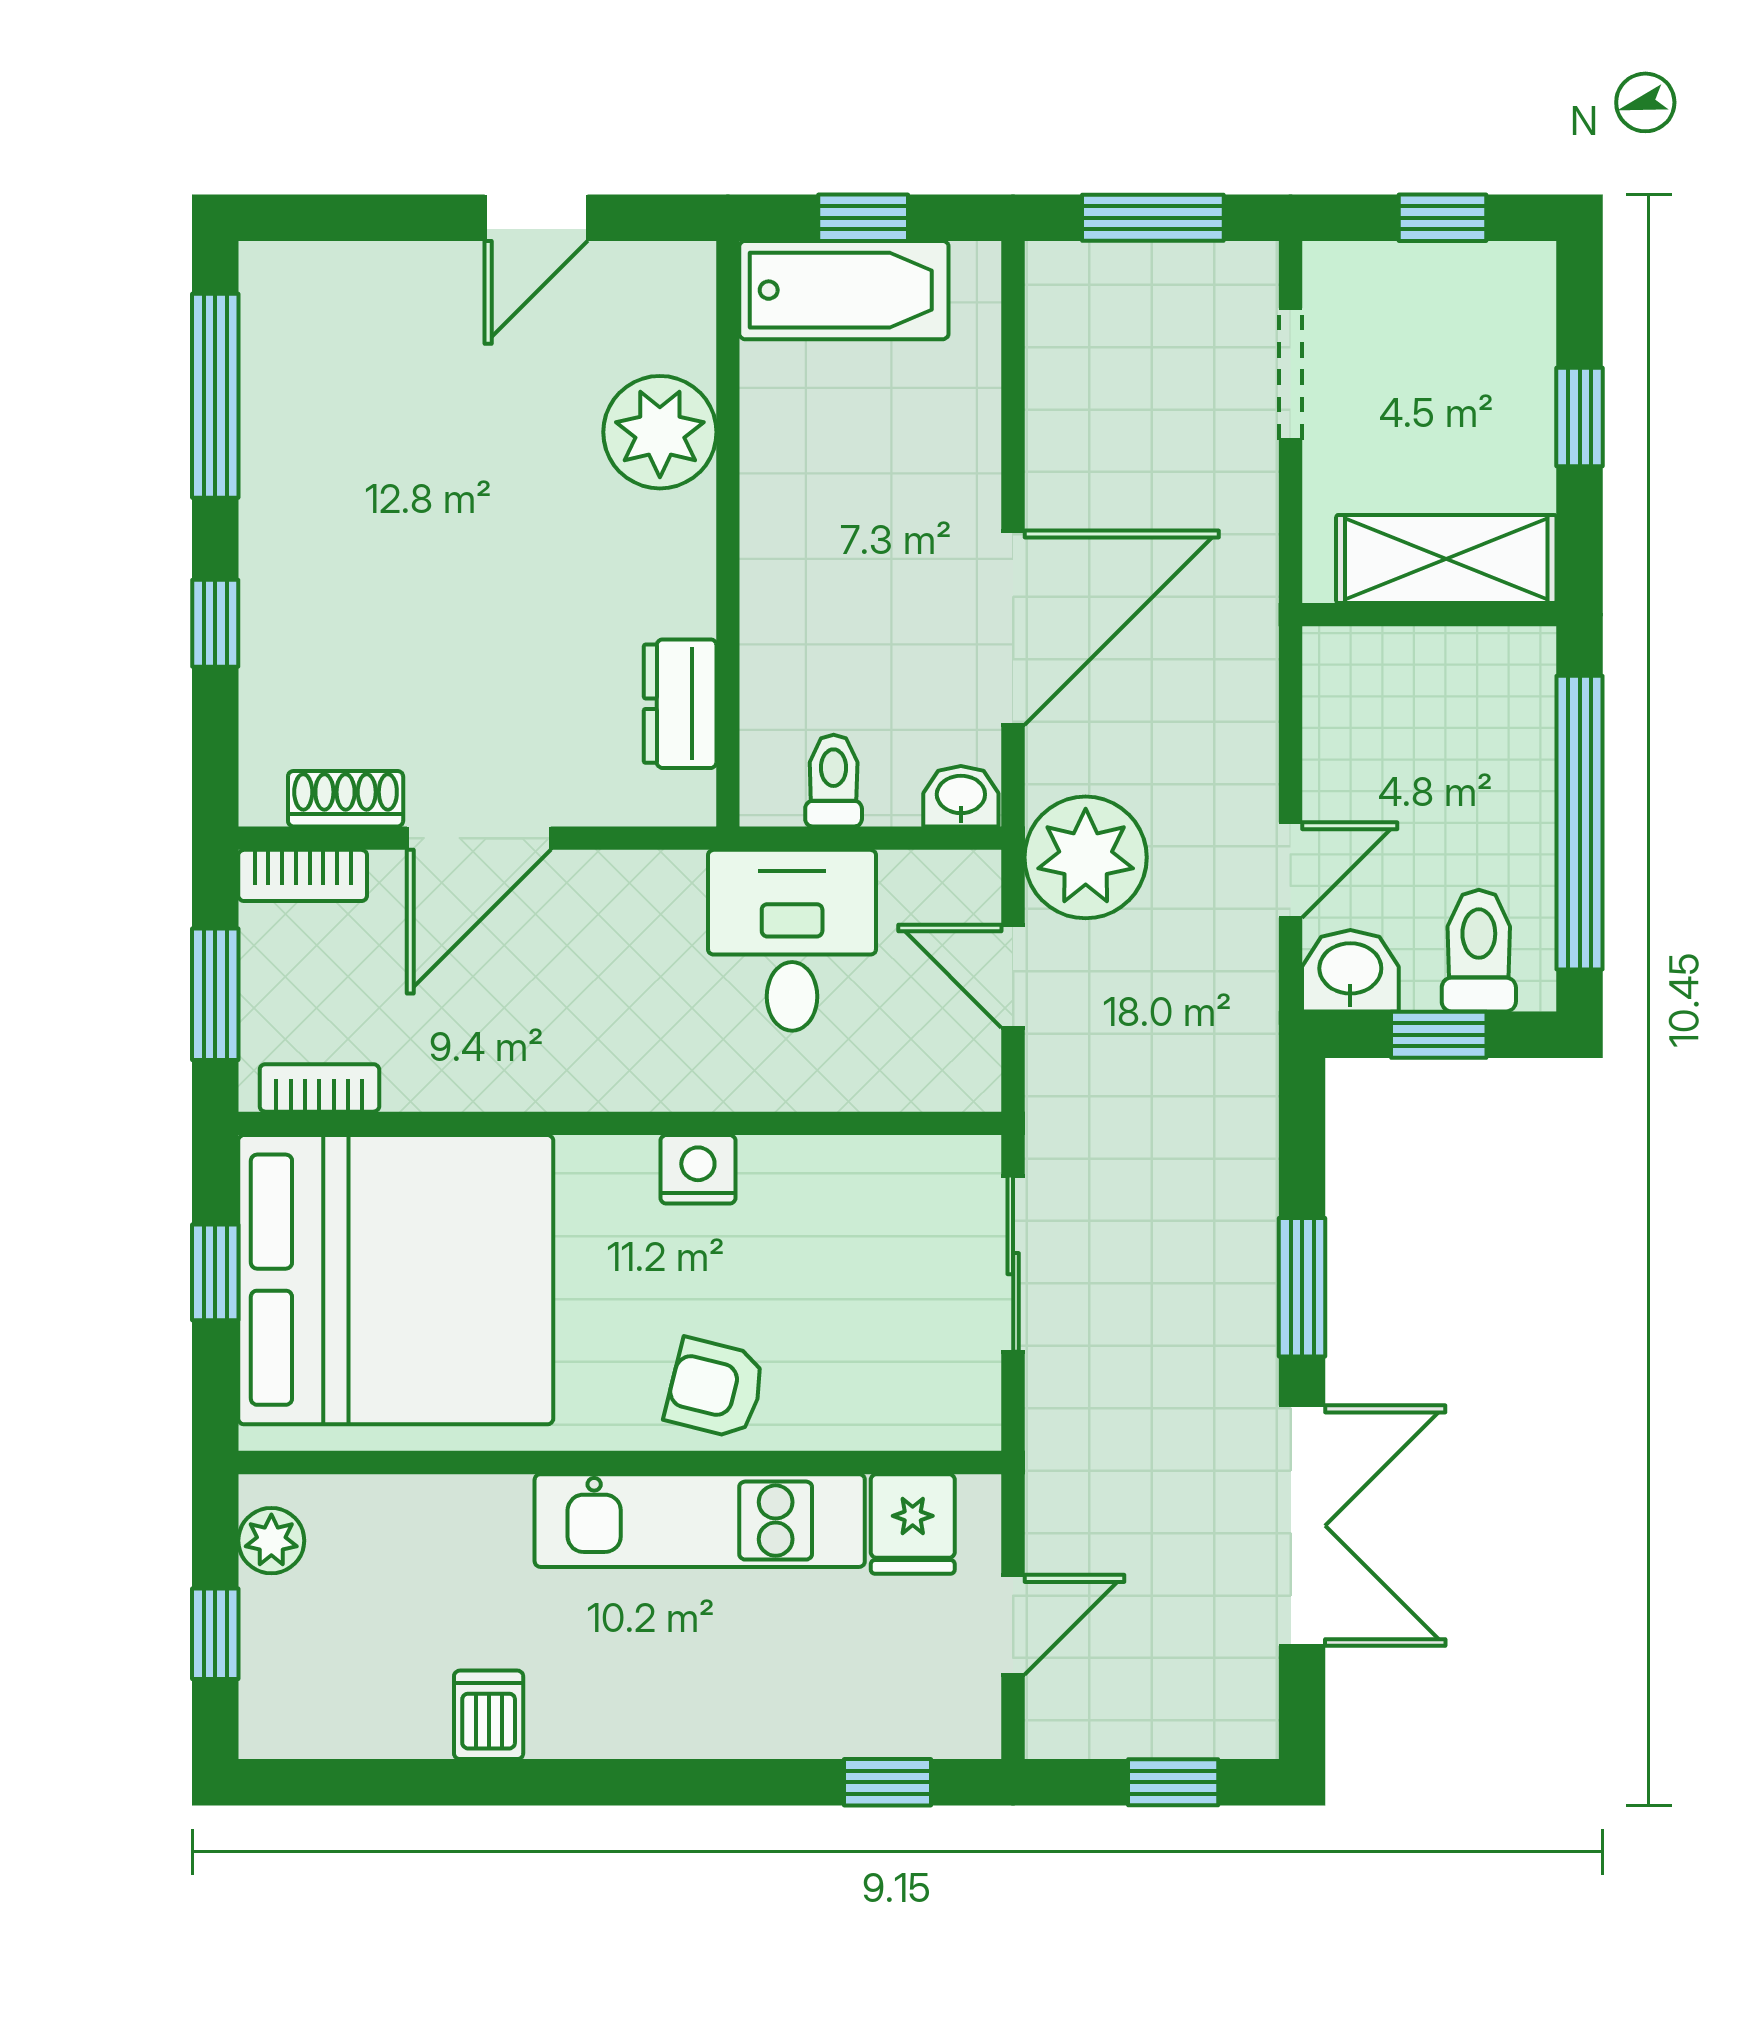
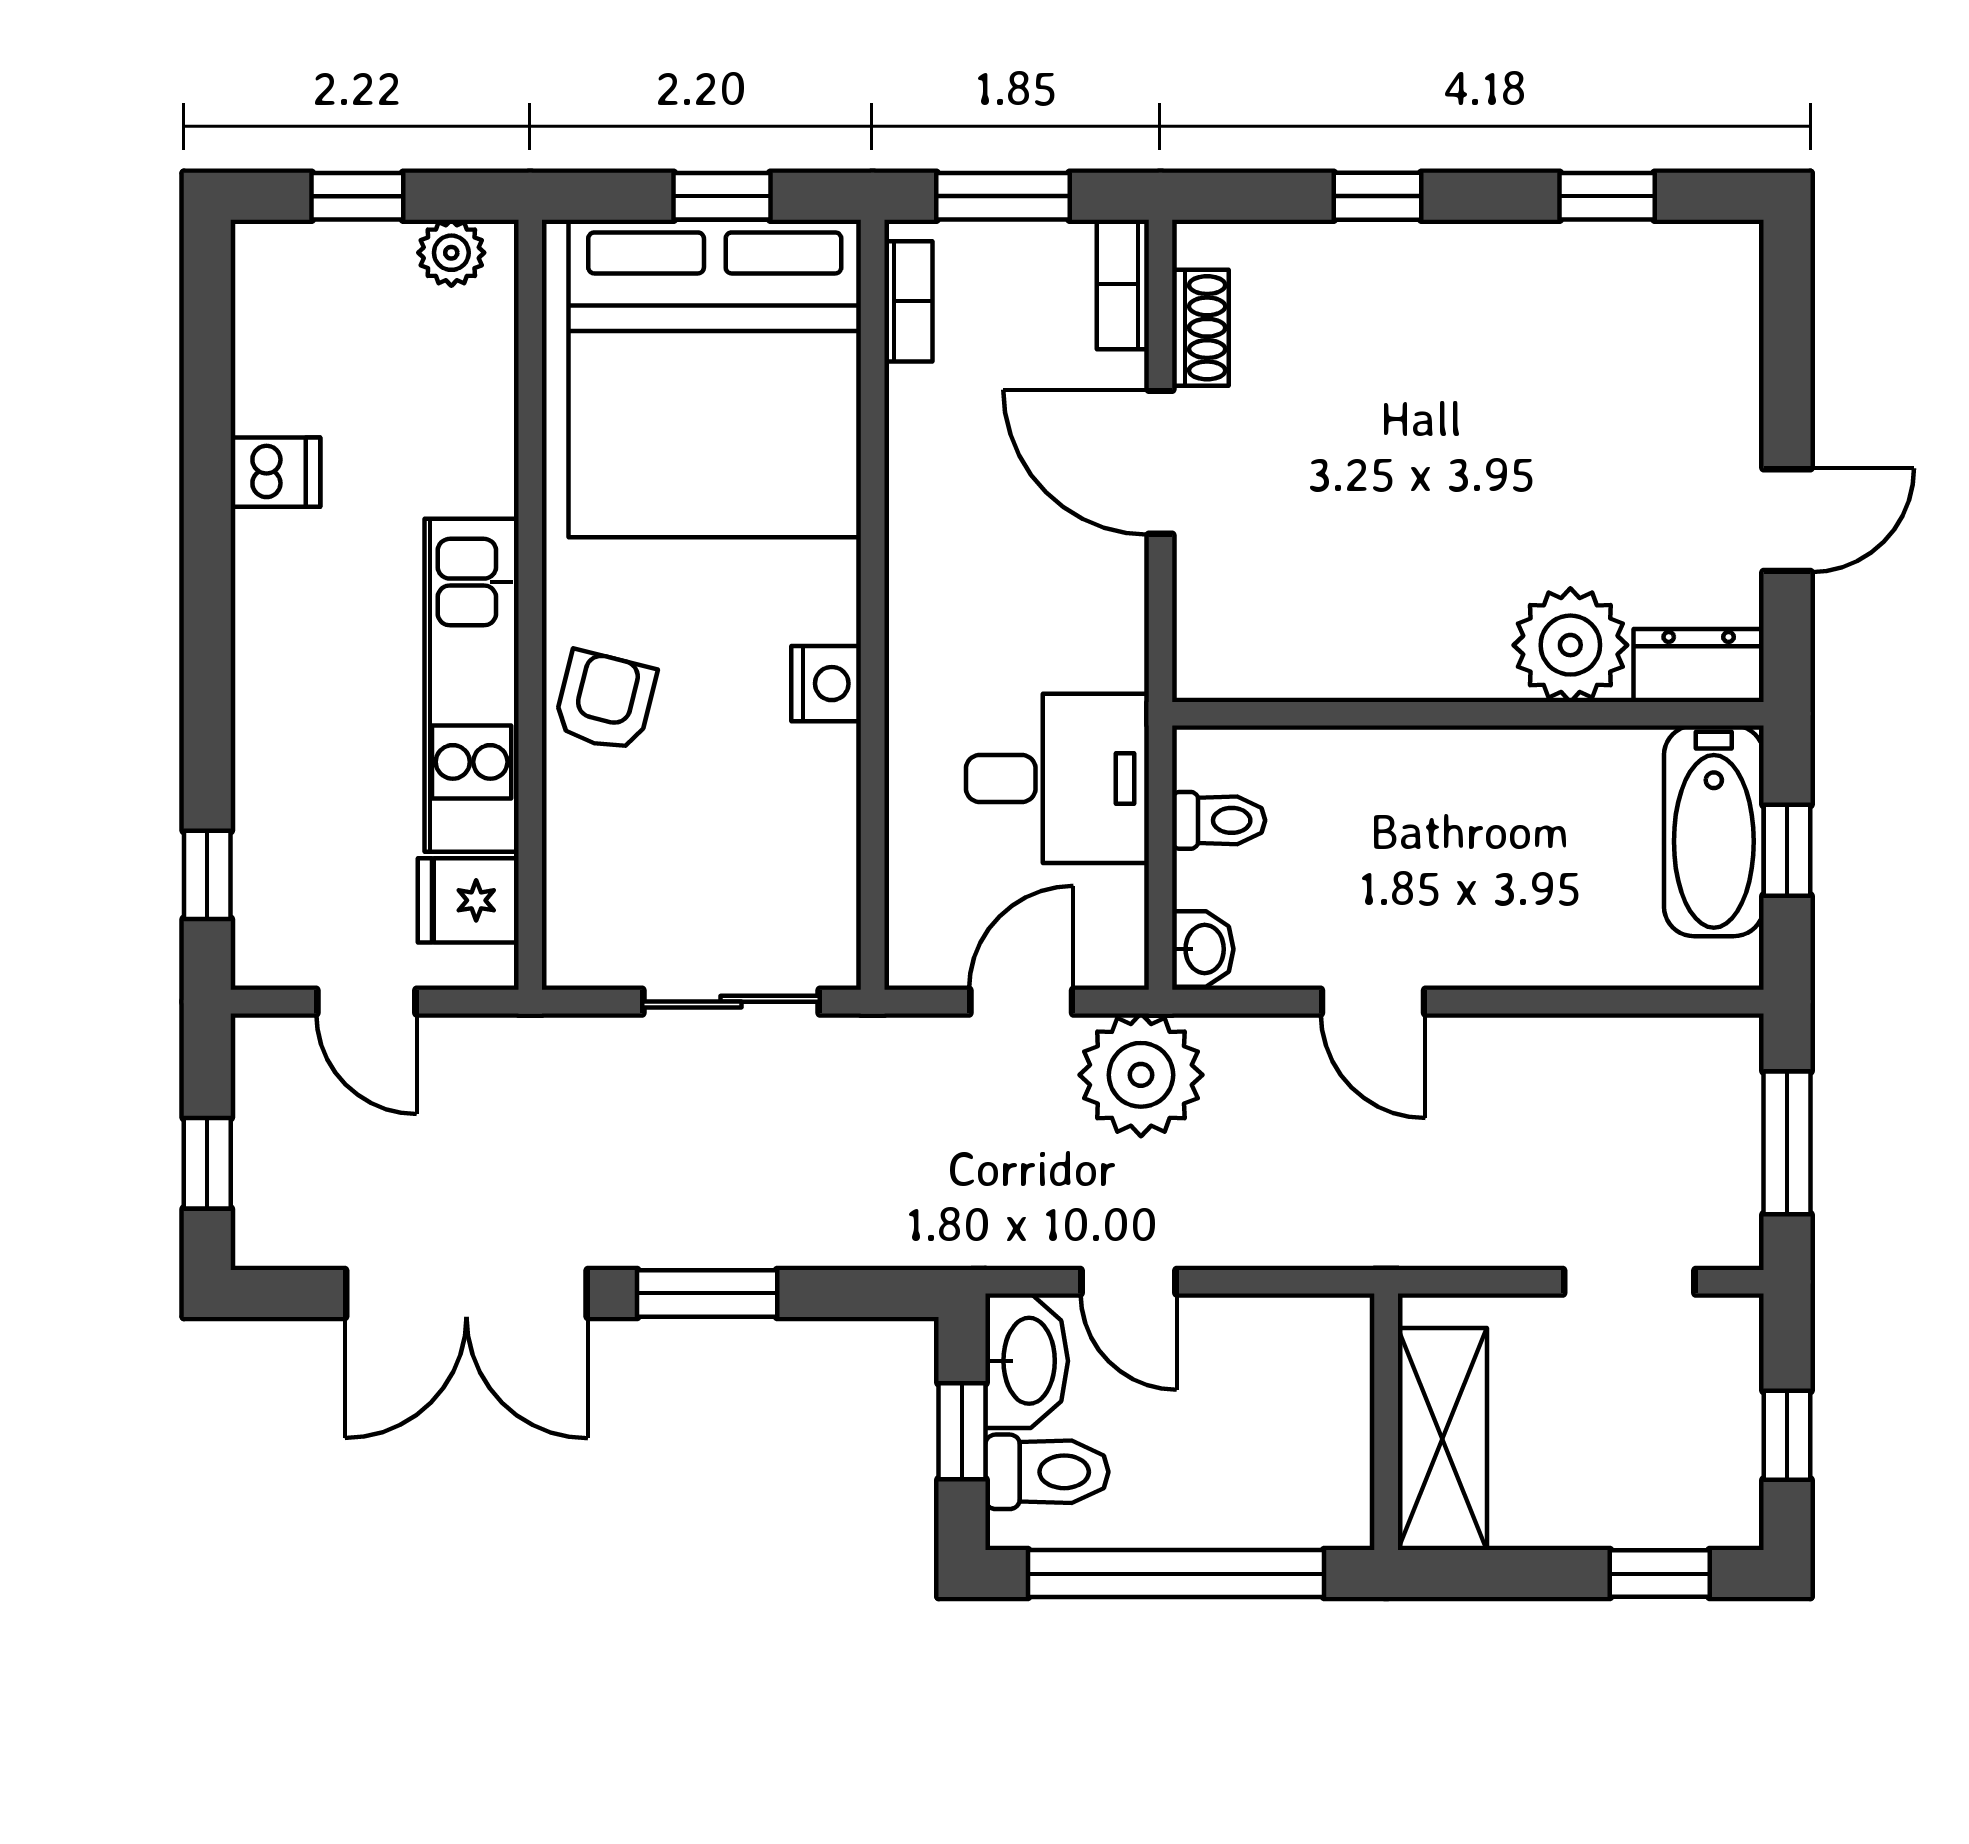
door: (536, 218) -> (1787, 520), swing flipped
window: (215, 396) -> (1607, 196), width x0.46
window: (1580, 417) -> (1660, 1574), moved
door: (1013, 628) -> (1373, 1002), width x0.53
dresser: (680, 704) -> (1699, 665), moved
washbasin: (1350, 971) -> (1027, 1361), width x1.38

